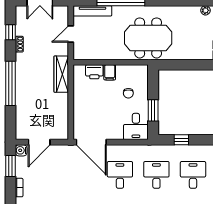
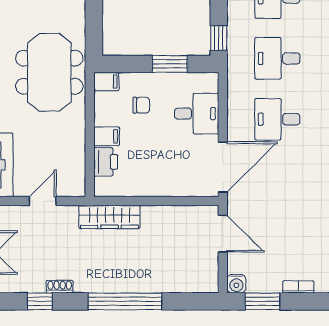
door: (71, 34) -> (43, 201), swing flipped
filing cabinet: (143, 72) -> (106, 82), added
desk: (136, 126) -> (197, 114), moved
window: (181, 140) -> (219, 38), moved
door: (39, 142) -> (223, 234), moved

